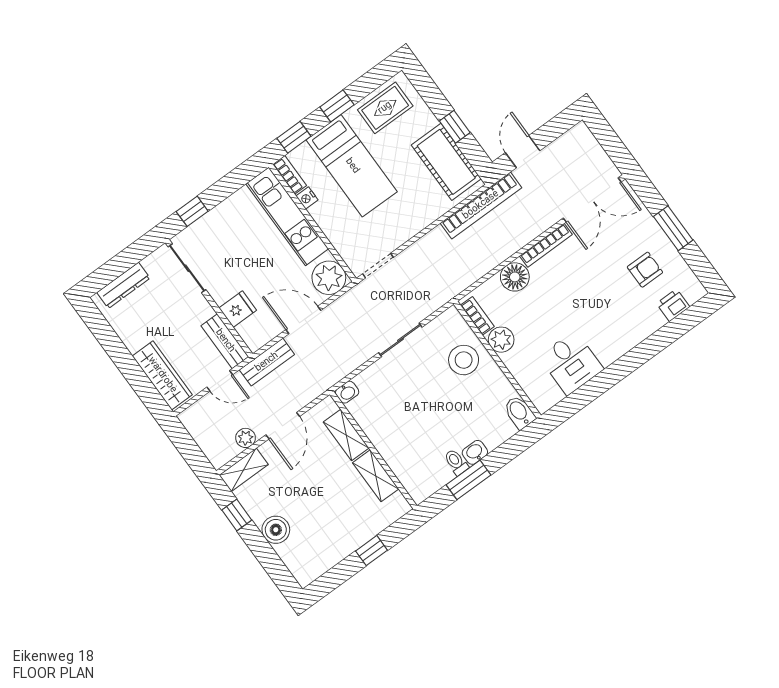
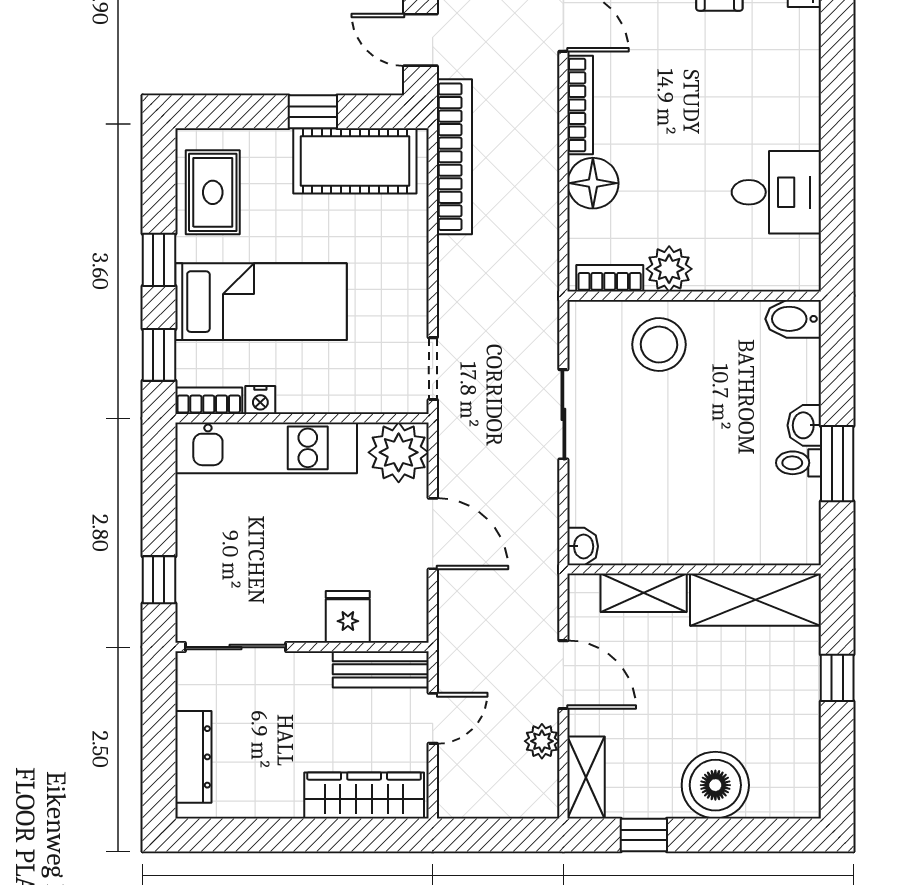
door: (303, 320) -> (433, 534), swing flipped
bench: (267, 362) -> (455, 630), removed
shelving: (376, 476) -> (755, 600), width x1.50, depth x1.33
boiler: (276, 530) -> (715, 785), width x1.37, depth x1.37

